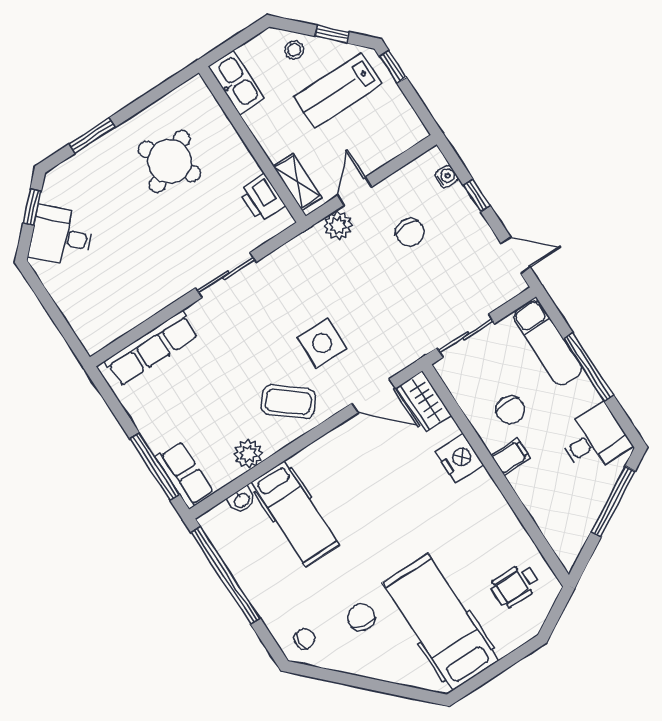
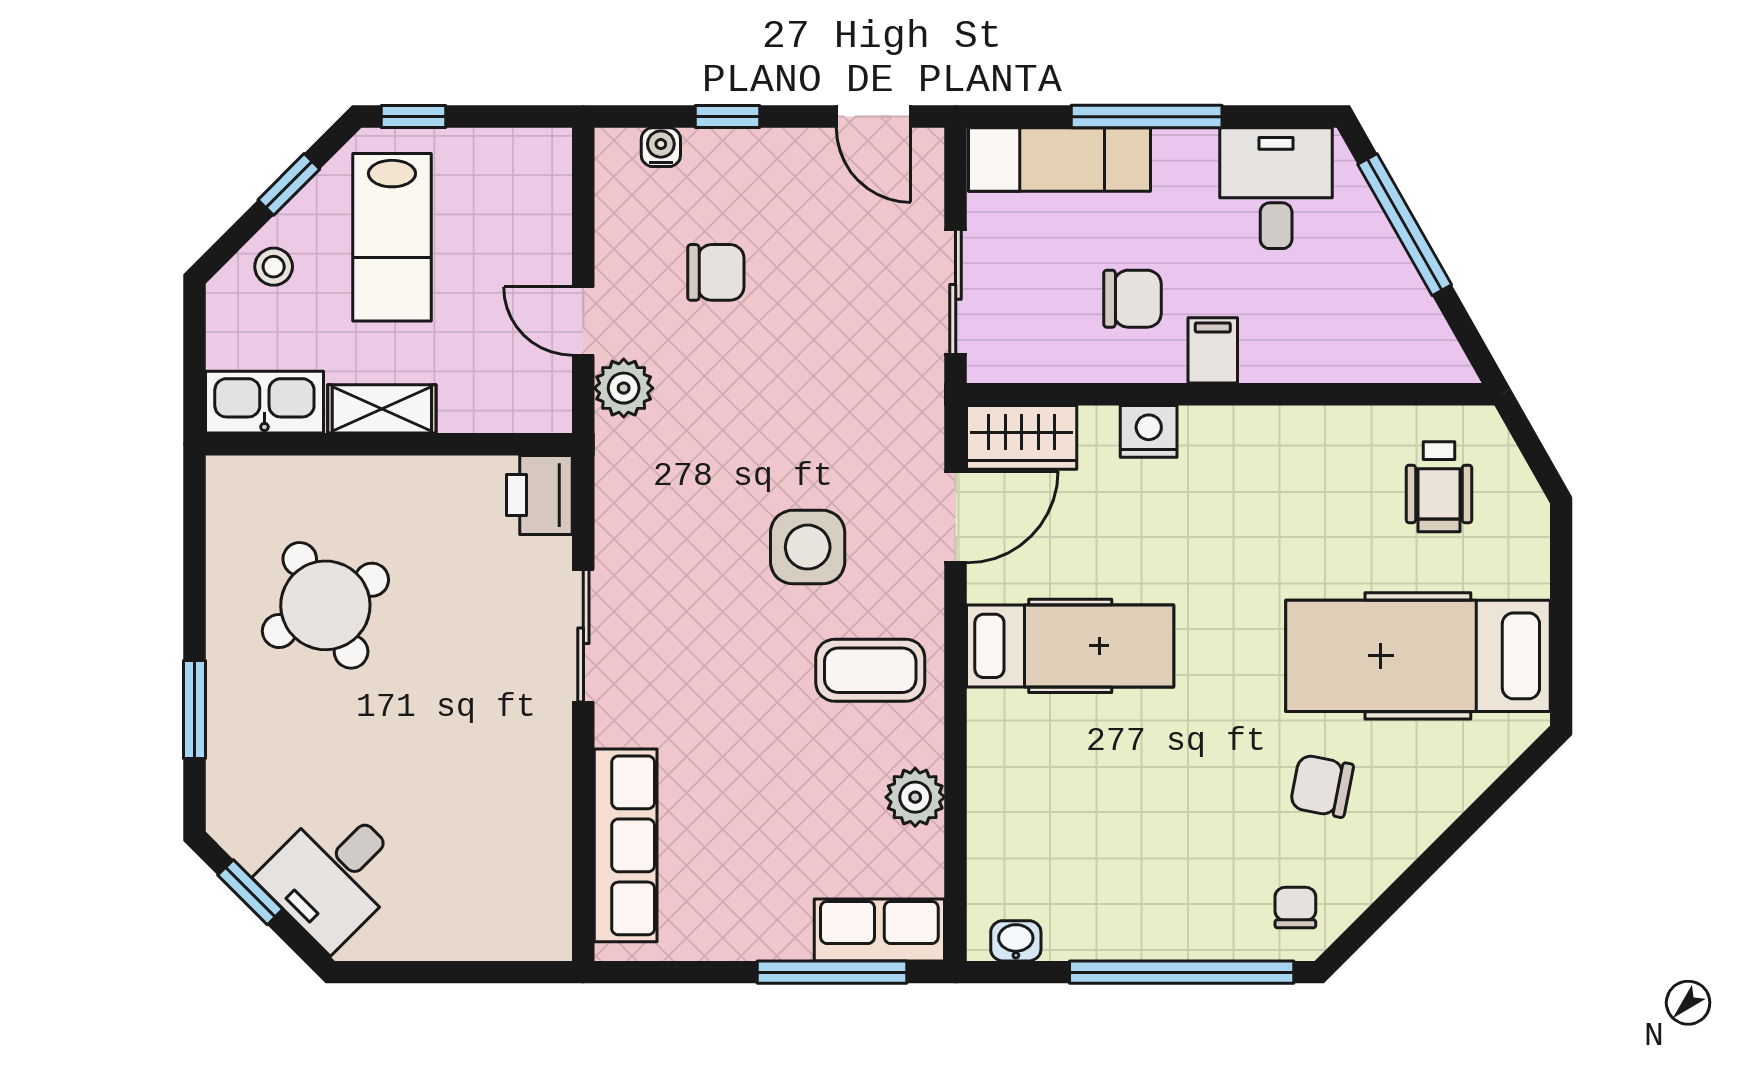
shelving: (297, 182) -> (382, 409), moved
printer: (262, 198) -> (539, 495), moved, turned 90
door: (516, 255) -> (874, 117), swing flipped
coffee table: (288, 402) -> (870, 670), turned 51
nightstand: (460, 458) -> (1149, 431), width x0.74, depth x0.75
washbasin: (242, 500) -> (1016, 941), moved, turned -90
hospital bed: (295, 514) -> (1070, 646), moved
window: (226, 575) -> (1182, 972), moved

